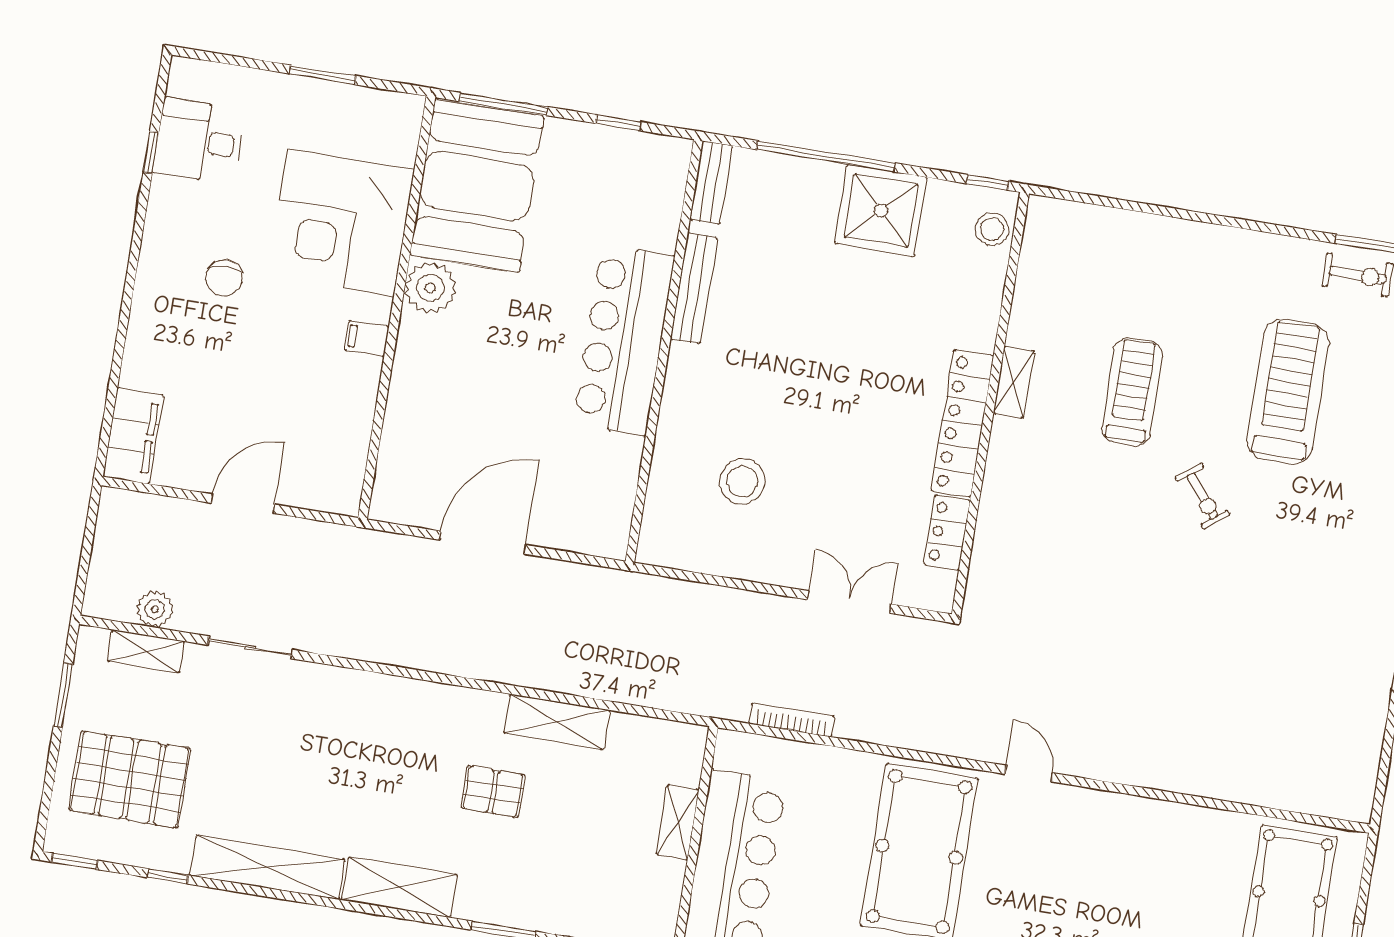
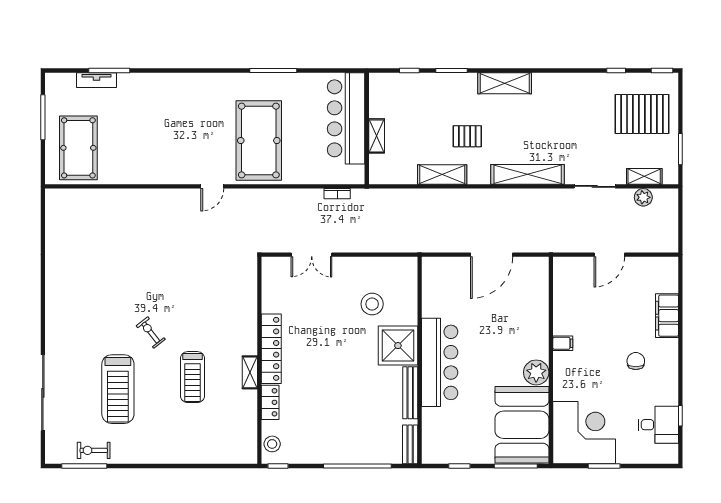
shower: (881, 210) -> (398, 346), moved
corner desk: (341, 223) -> (584, 433), moved
filing cabinet: (133, 436) -> (667, 316), moved
locker: (947, 533) -> (270, 402), moved
bookcase: (792, 720) -> (337, 194), width x0.64
door: (1029, 774) -> (212, 186), hinge flipped
shelving: (267, 867) -> (528, 174), moved

